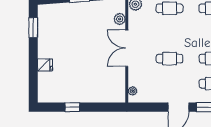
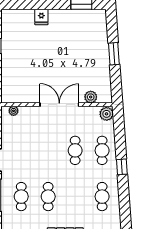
cafe table: (169, 59) -> (75, 150), moved

